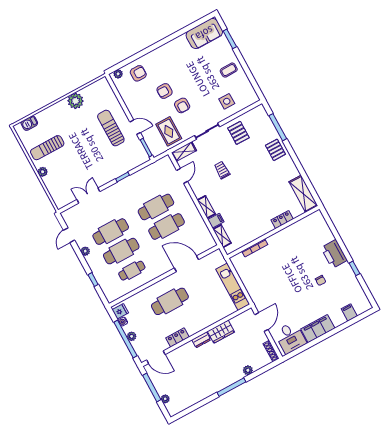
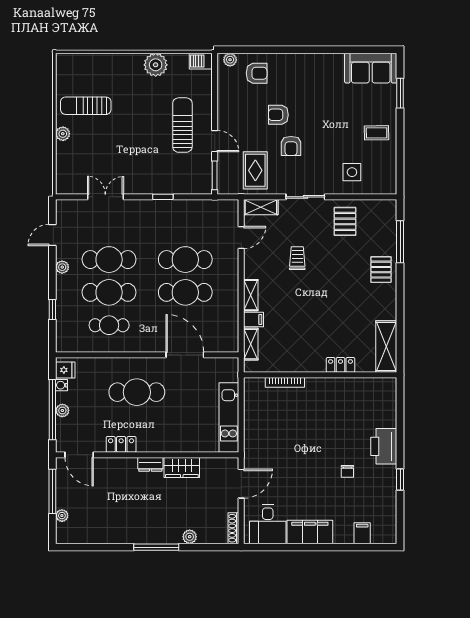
barbecue: (29, 123) -> (201, 61), moved

